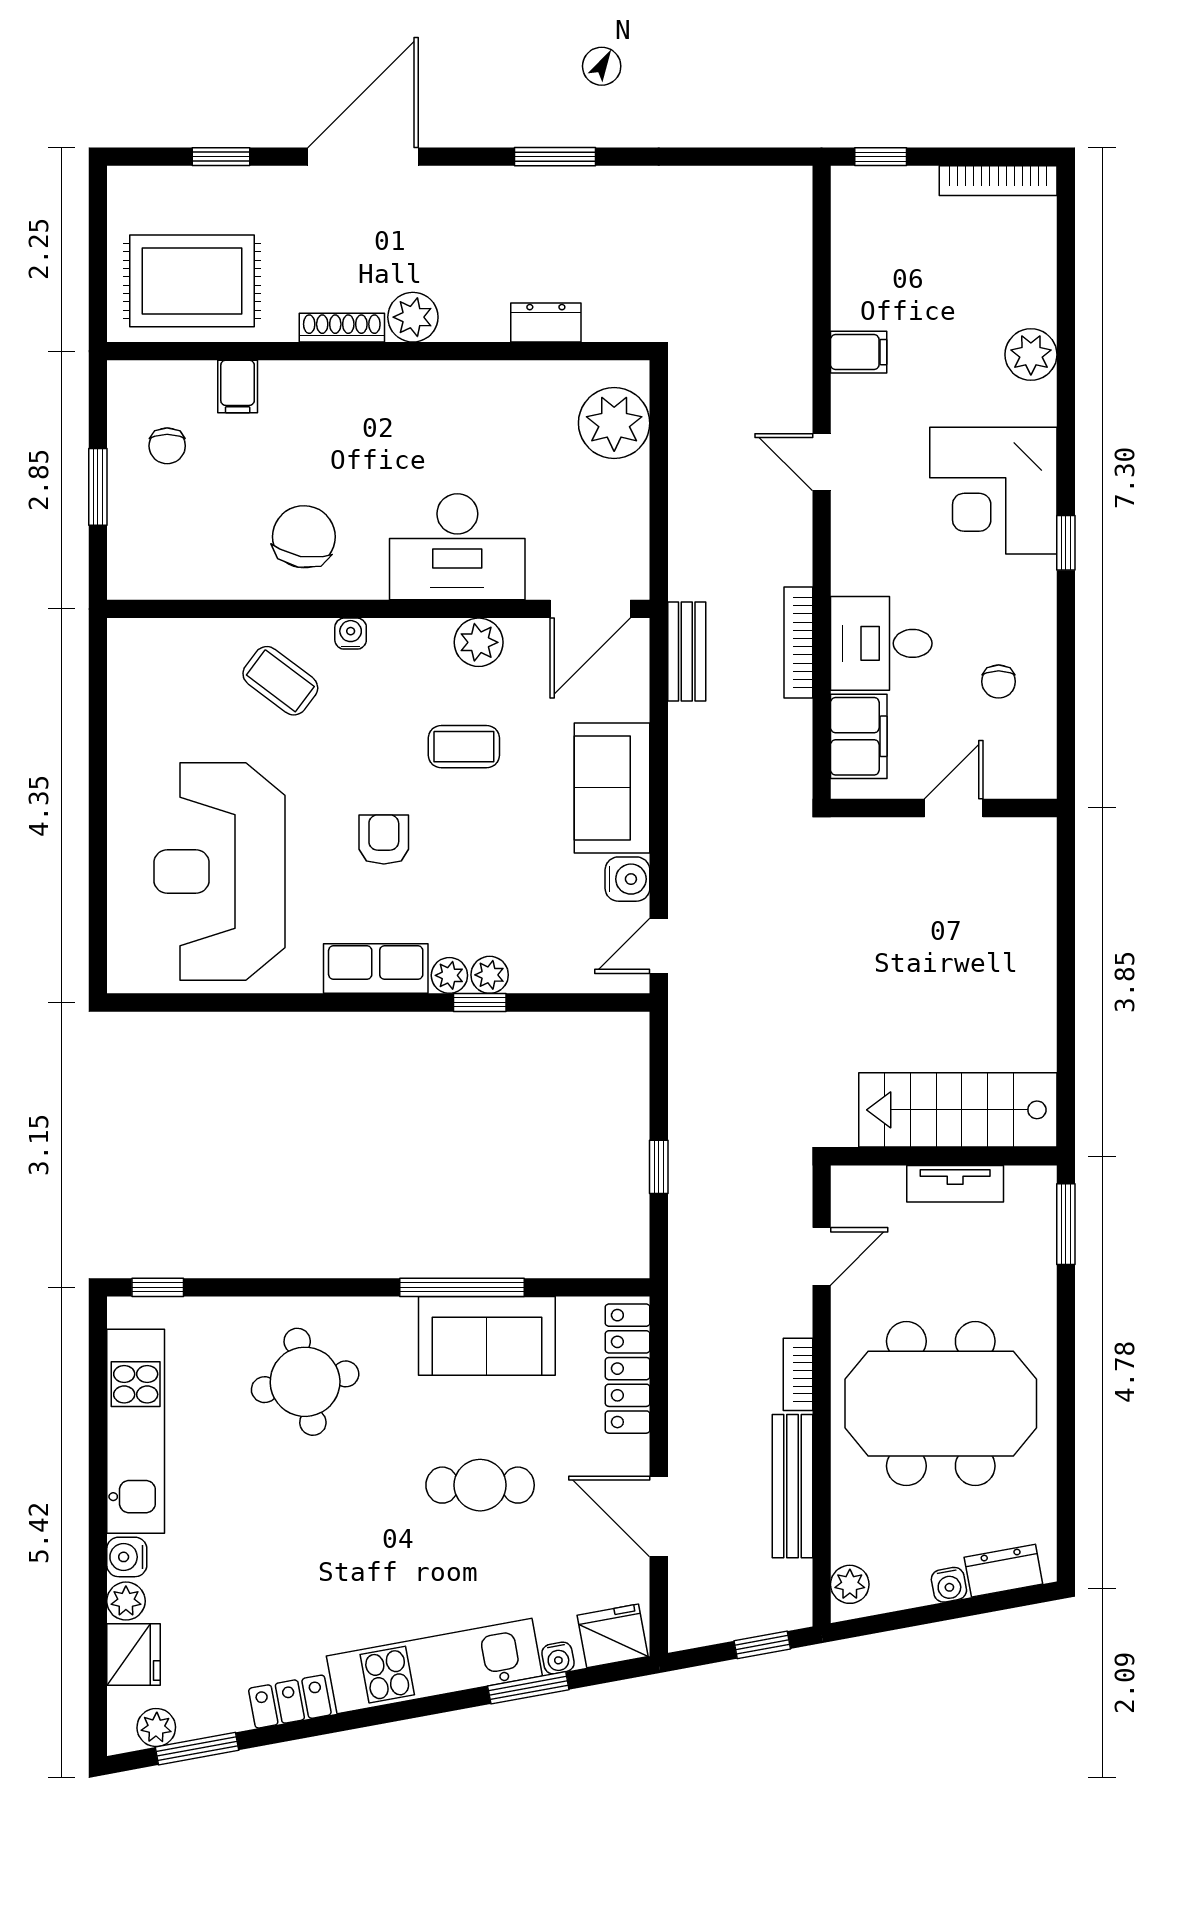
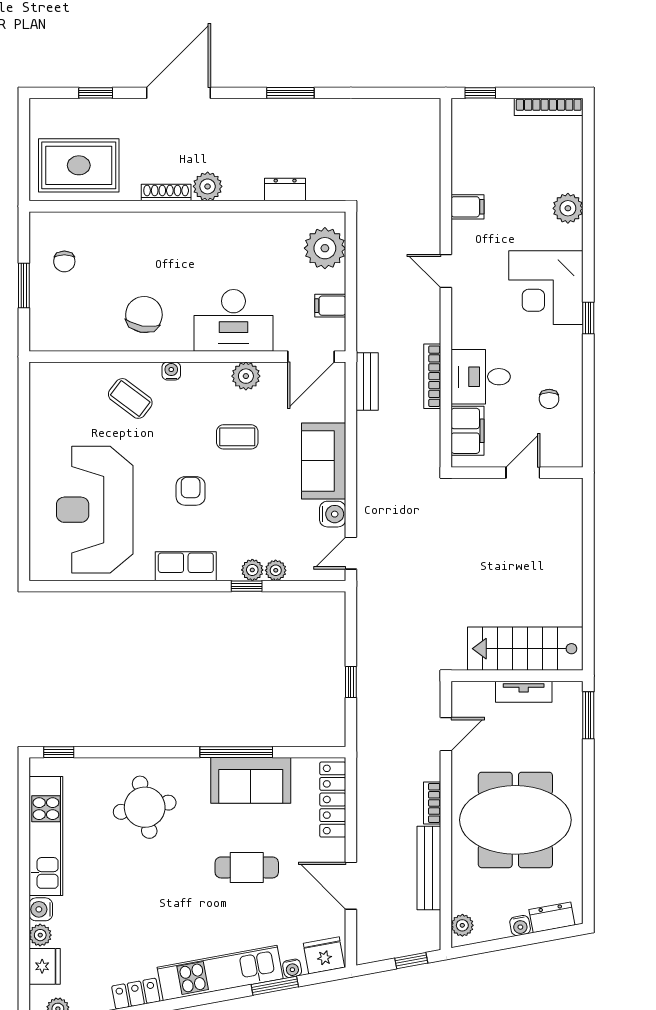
filing cabinet: (238, 387) -> (330, 306), moved, turned 90
plant: (449, 975) -> (276, 570), moved

